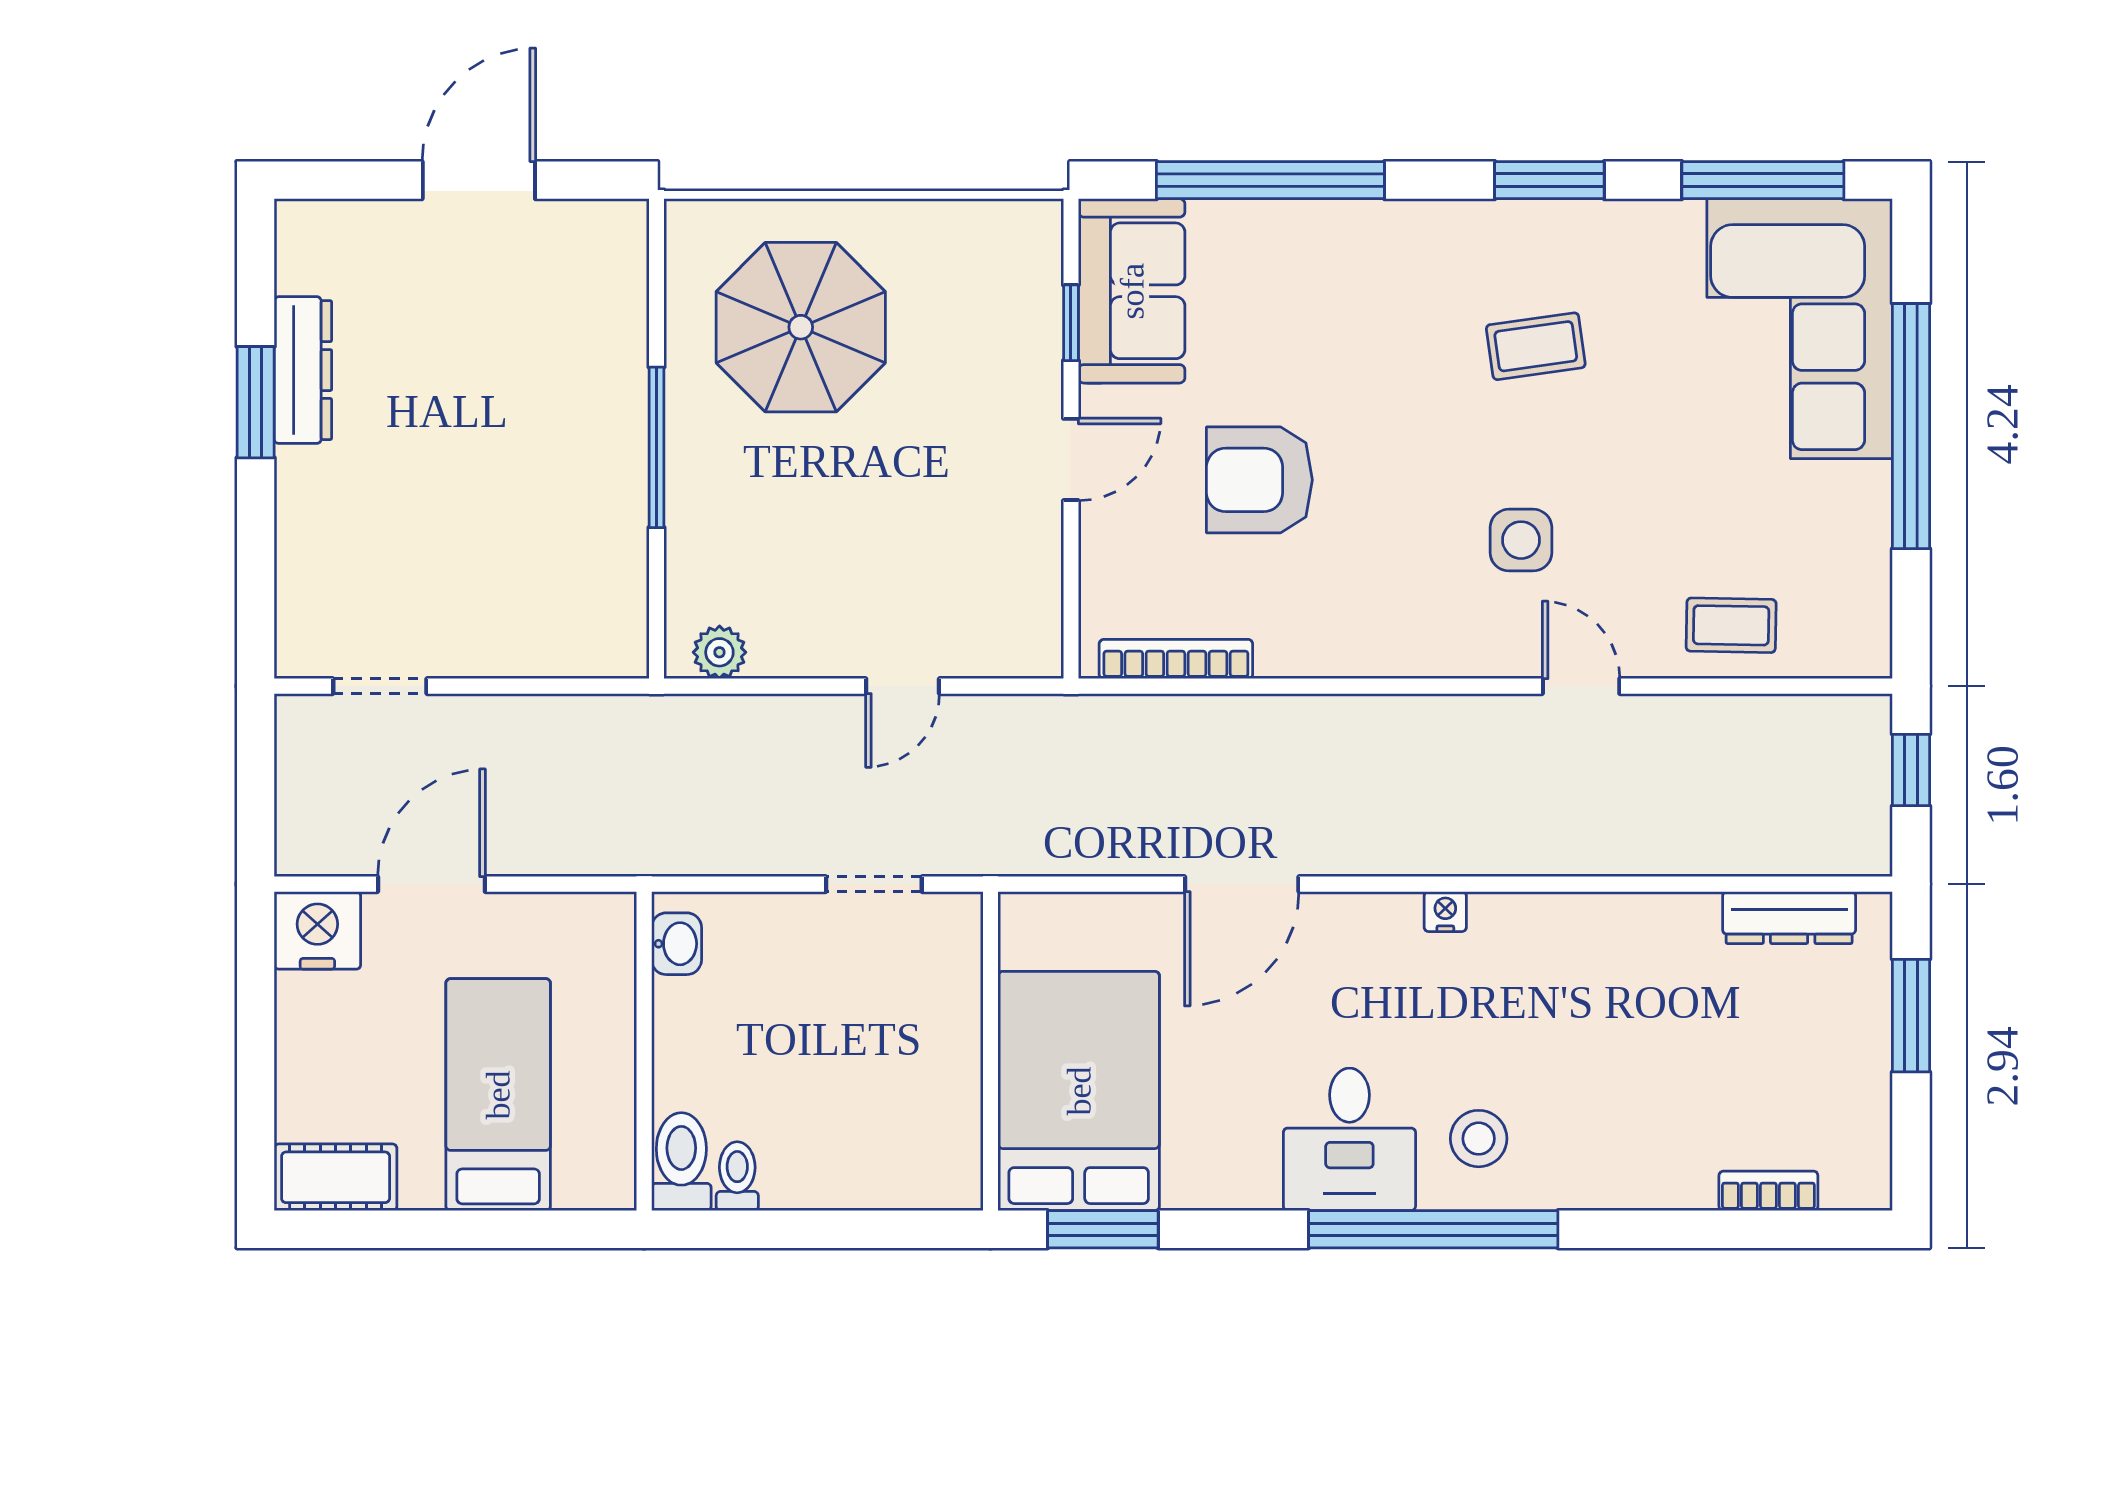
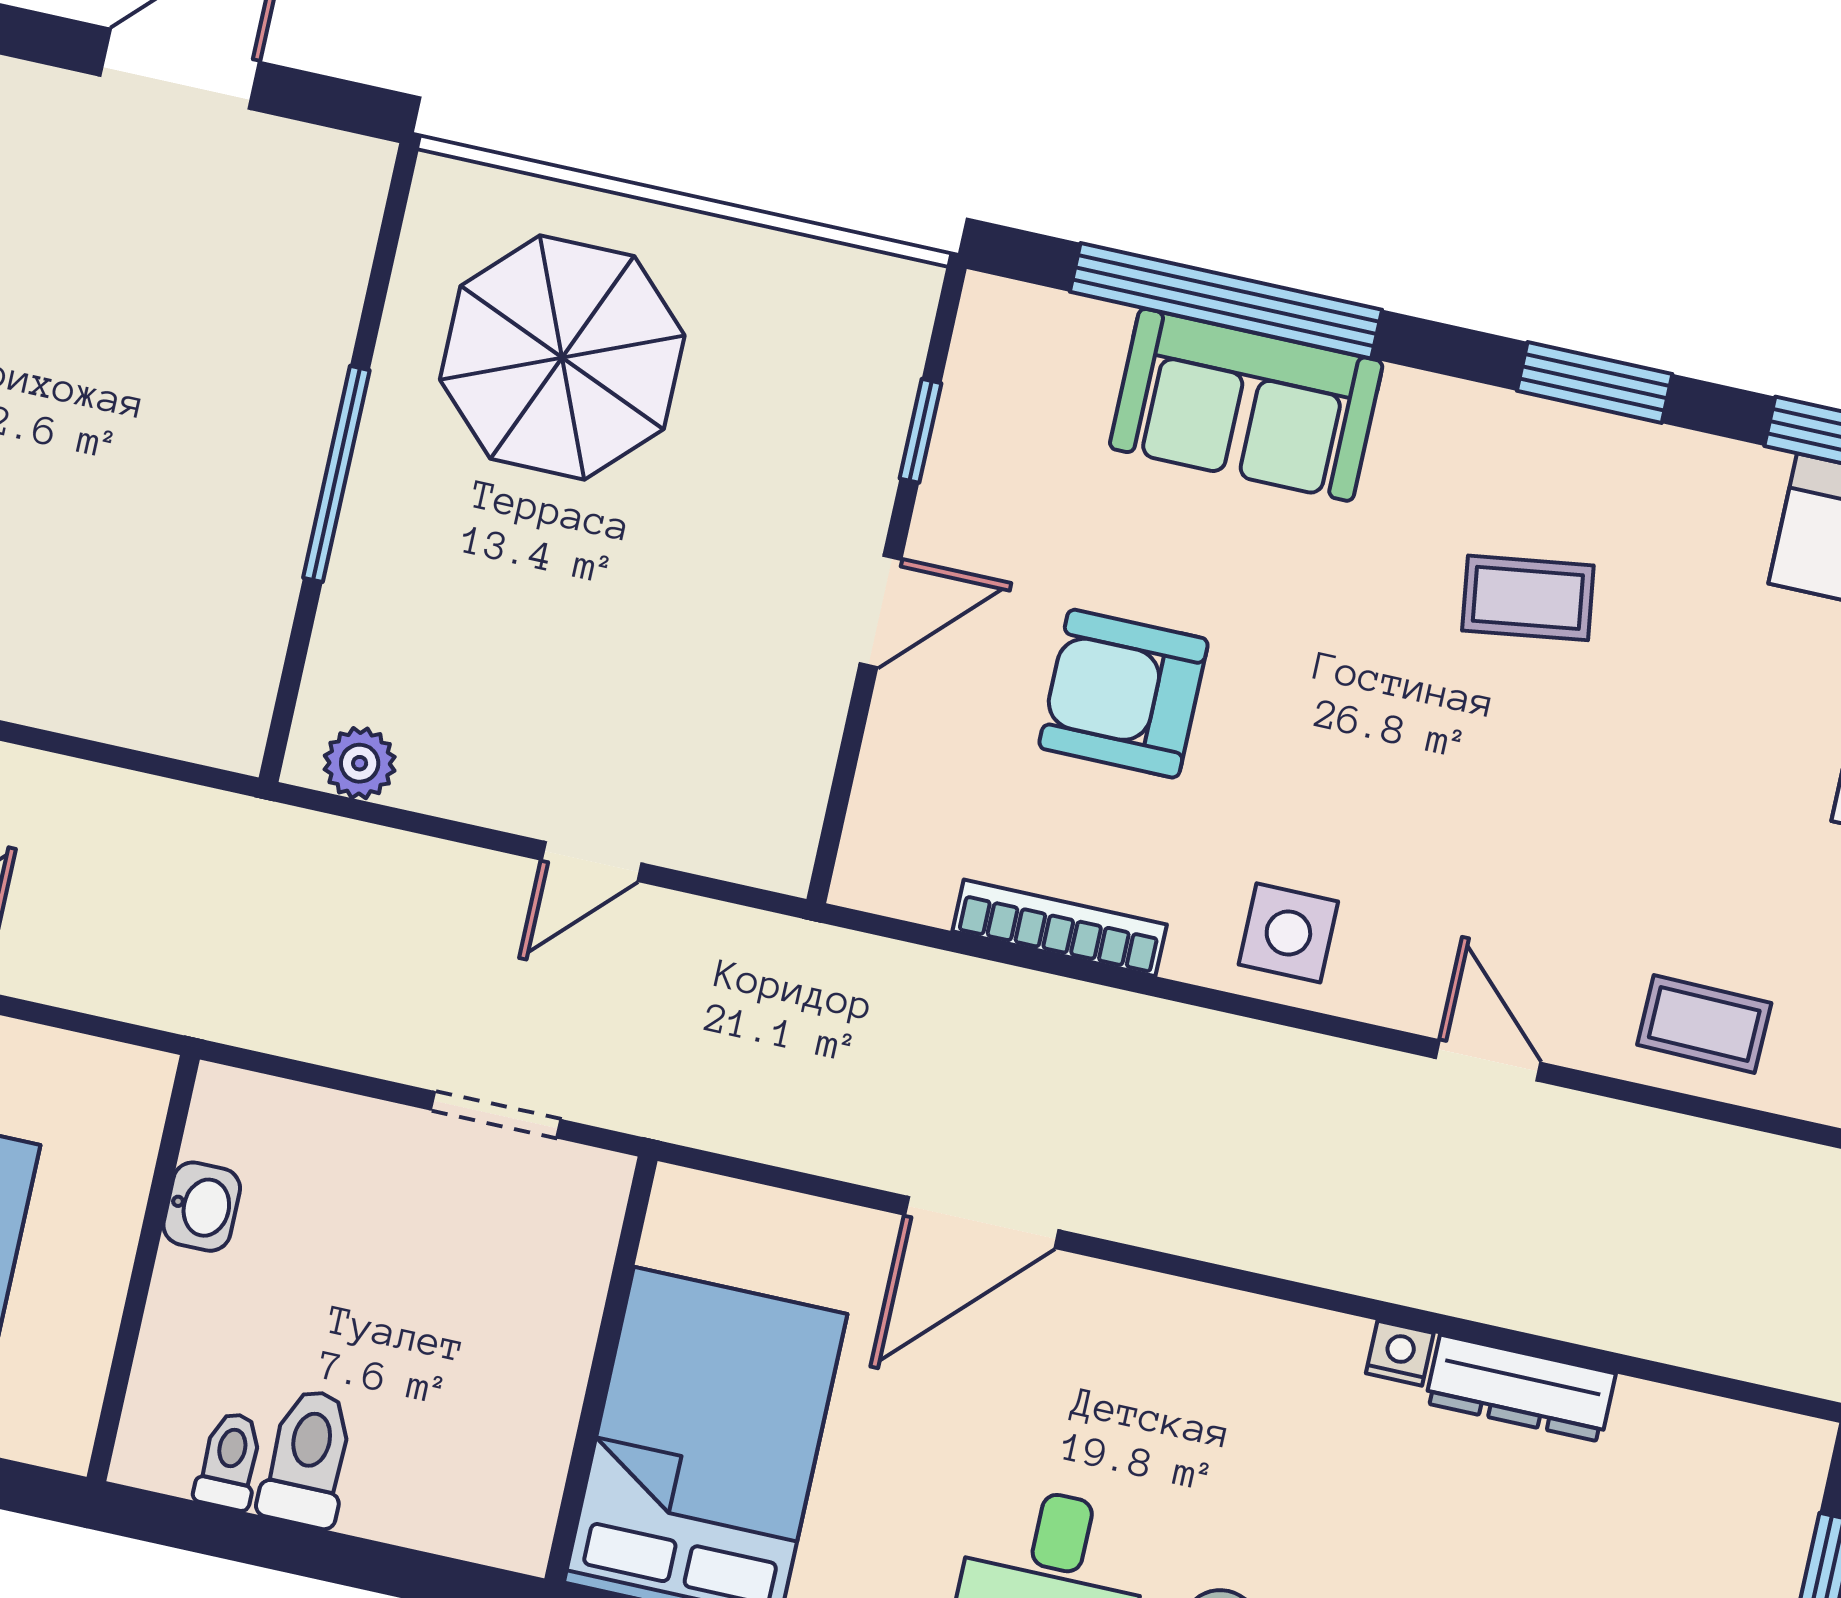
sofa: (1132, 291) -> (1246, 405), moved, turned 90
side table: (1521, 540) -> (1288, 933), moved
bookcase: (1176, 659) -> (1060, 928), moved
nightstand: (1445, 912) -> (1400, 1353), moved
dresser: (1789, 918) -> (1520, 1388), moved
washbasin: (677, 944) -> (202, 1207), moved
toilet: (681, 1162) -> (308, 1458), moved

